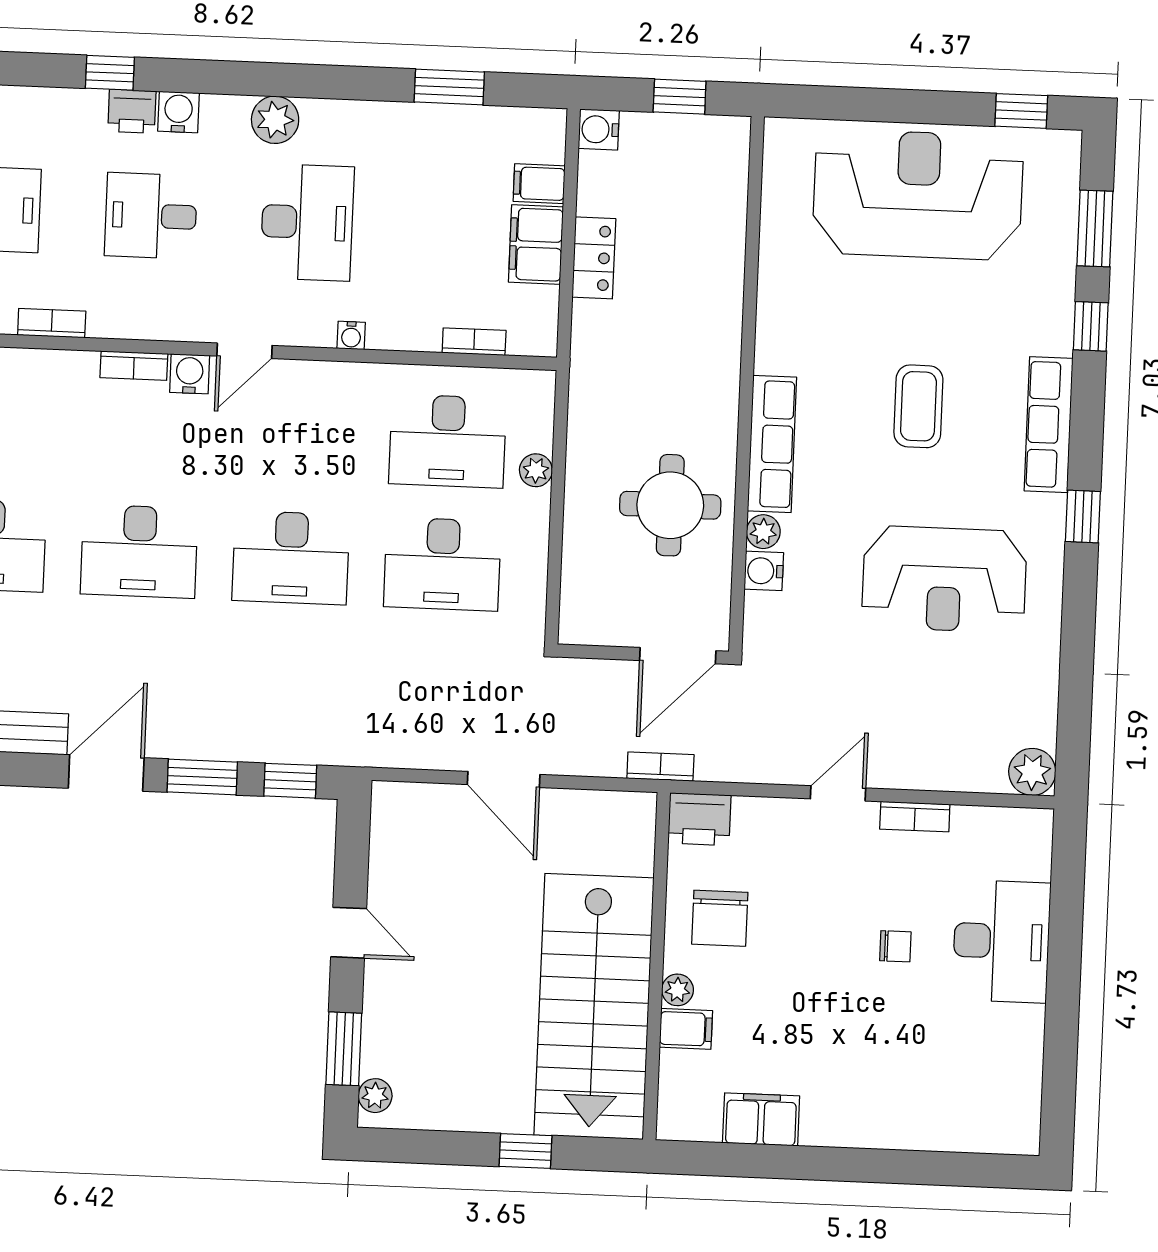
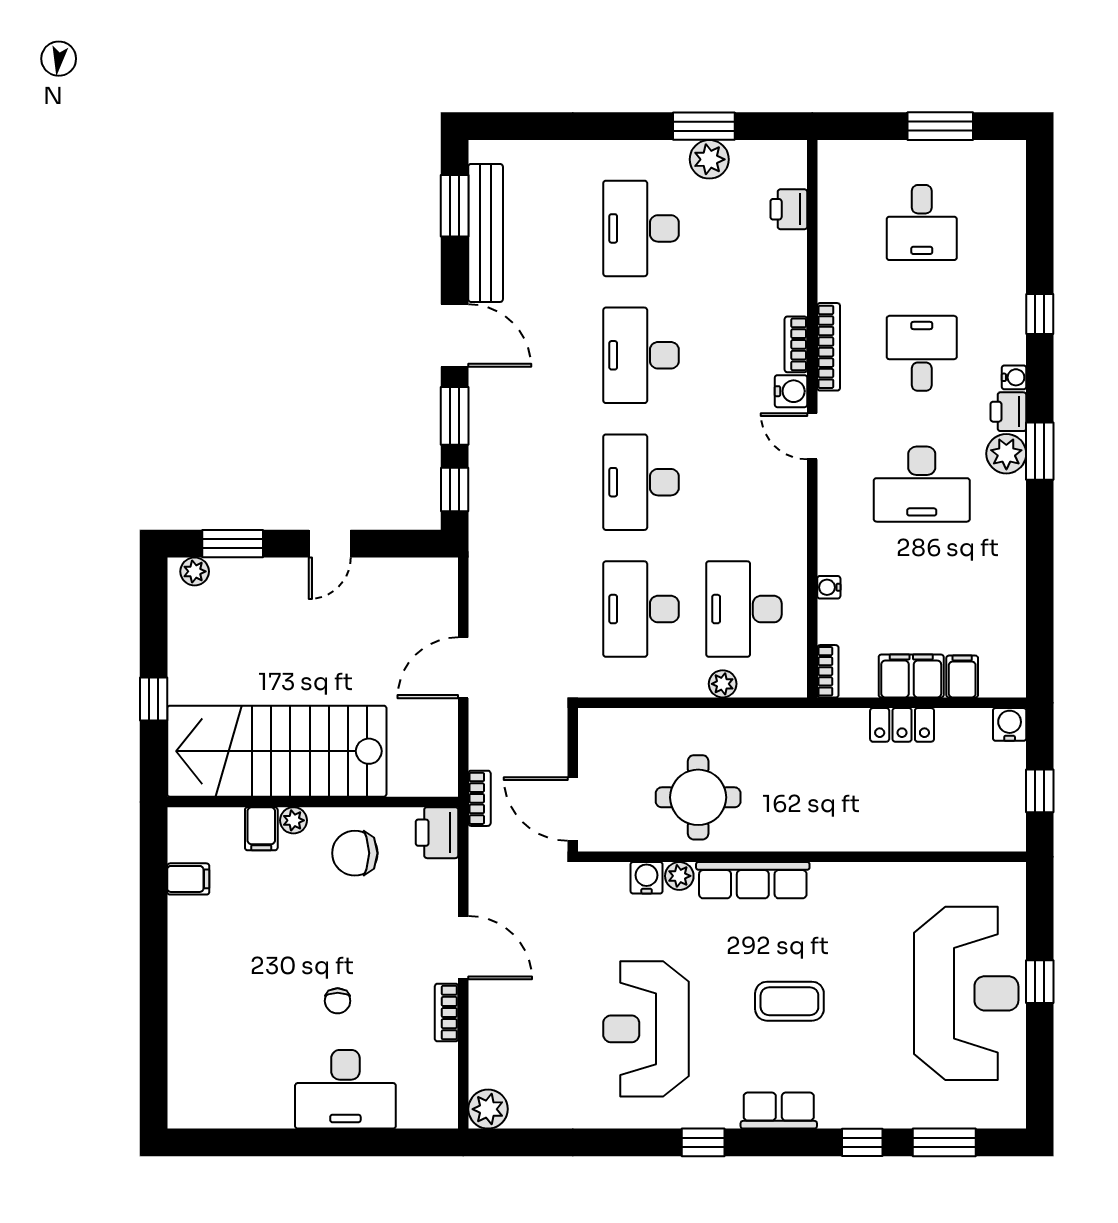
window: (449, 87) -> (1040, 451), moved
printer: (132, 111) -> (1008, 412), moved
window: (1021, 111) -> (1040, 982), moved
water cooler: (178, 112) -> (1014, 377), width x0.72, depth x0.72
bookcase: (52, 323) -> (829, 347), moved, width x1.56
water cooler: (351, 335) -> (829, 587), moved
bookcase: (474, 342) -> (828, 671), moved
row of seats: (1049, 425) -> (779, 1111), width x0.68
door: (838, 793) -> (463, 948), width x1.38
filing cabinet: (761, 1119) -> (188, 879), width x0.50

